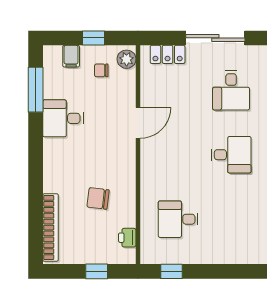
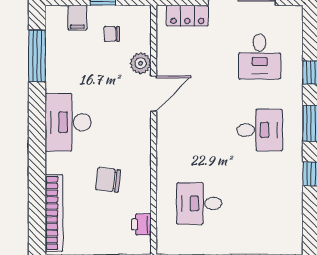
plant: (127, 59) -> (141, 63), moved
desk: (63, 118) -> (68, 122), moved, width x1.37

